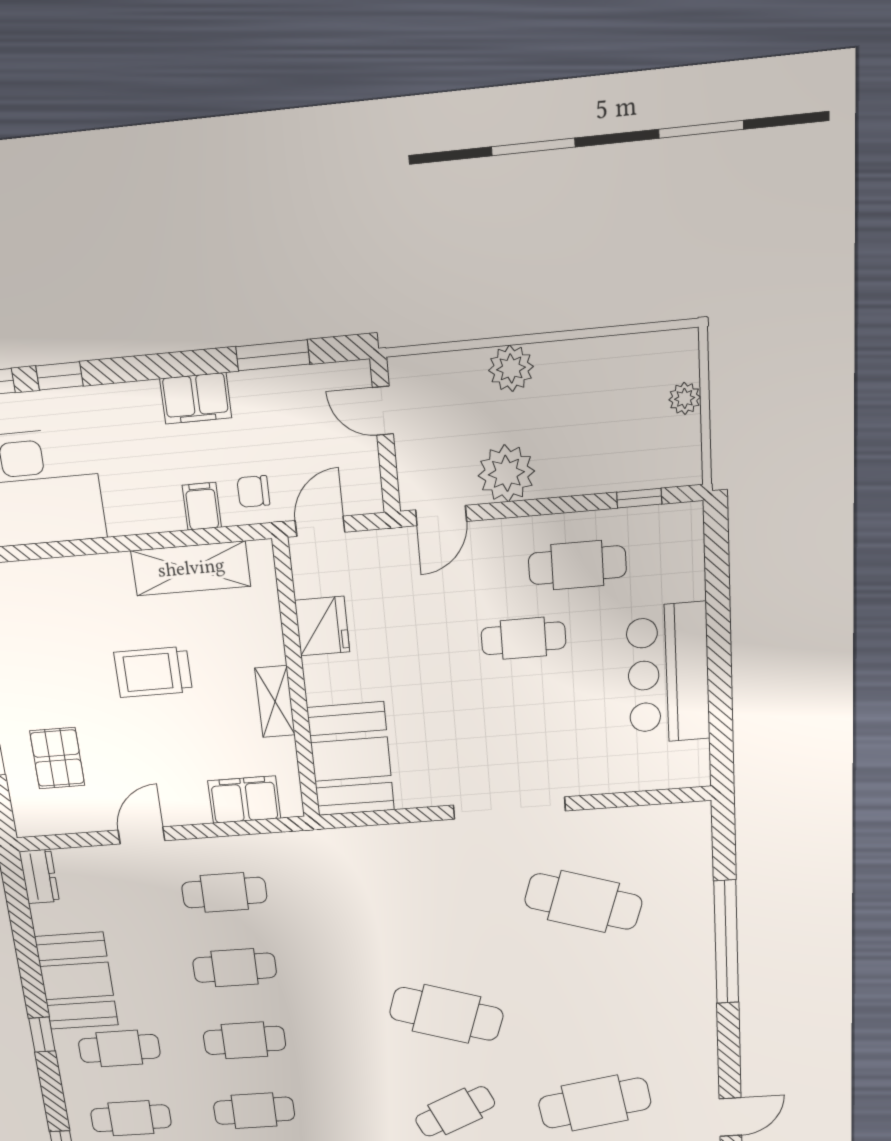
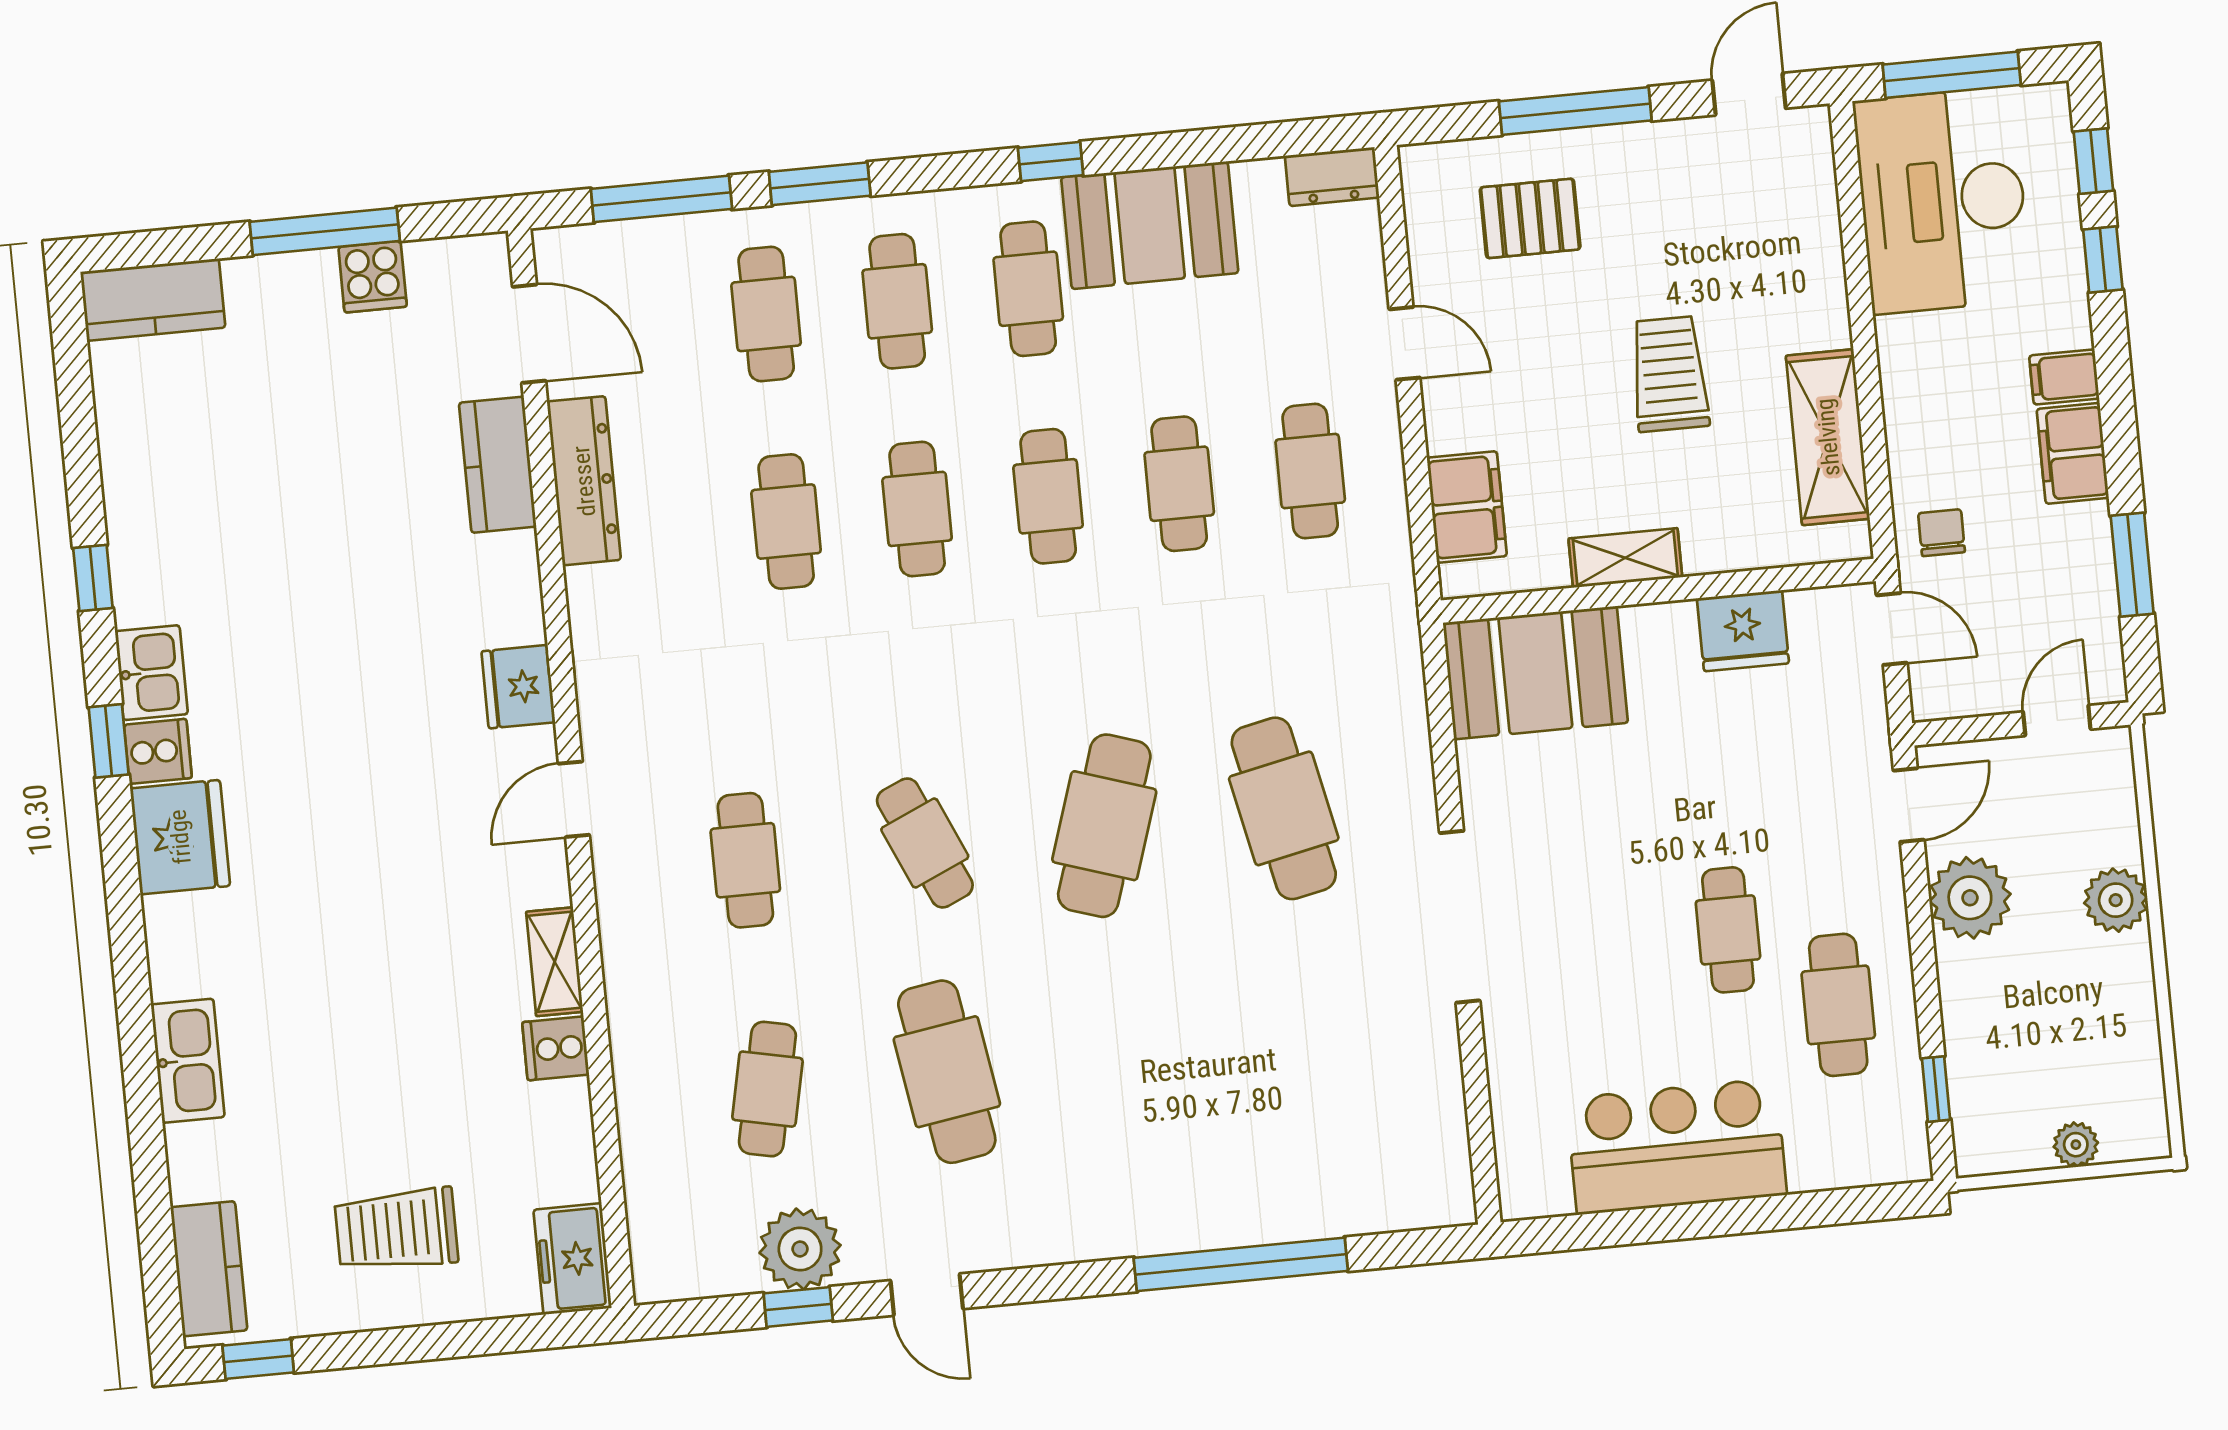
filing cabinet: (202, 506) -> (2064, 377), moved, turned 180
door: (441, 516) -> (1909, 805), swing flipped
cafe table: (583, 902) -> (1284, 808), moved, turned -30

